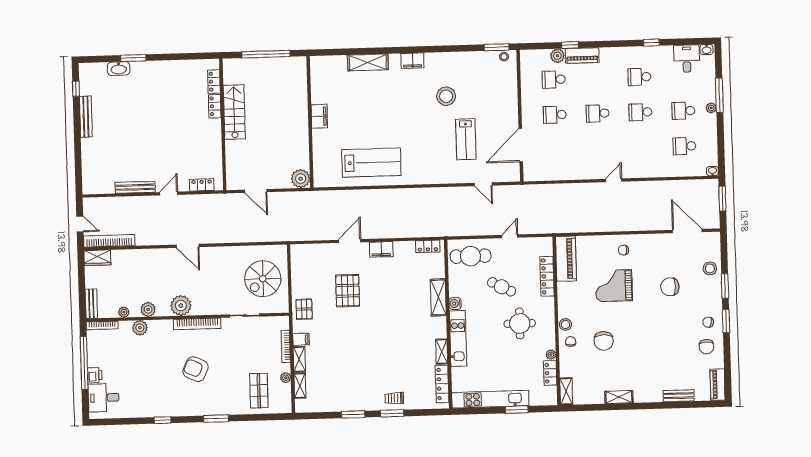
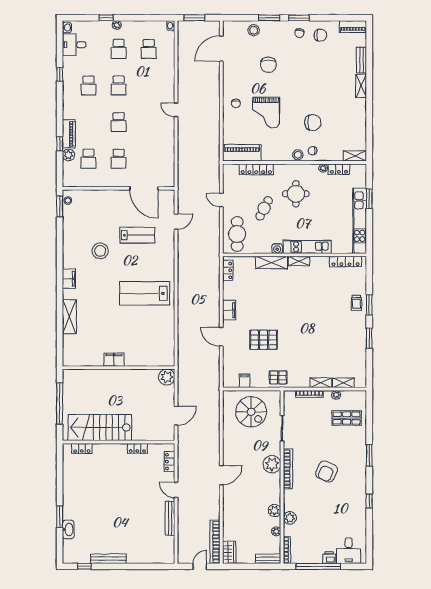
window: (719, 95) -> (106, 18), width x0.46
locker: (215, 106) -> (137, 448), moved
stairs: (234, 112) -> (100, 428), width x1.36, depth x1.51
lab bench: (371, 163) -> (145, 293), moved, turned -90
plant: (181, 306) -> (272, 464), moved
filing cabinet: (301, 339) -> (244, 381), moved
shelving: (442, 352) -> (299, 261), moved
shelving: (619, 397) -> (361, 86), moved

